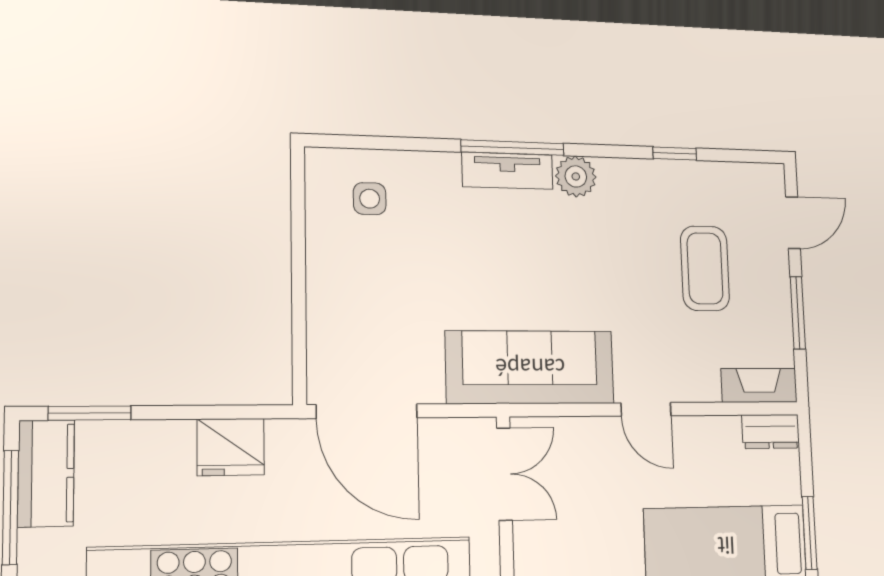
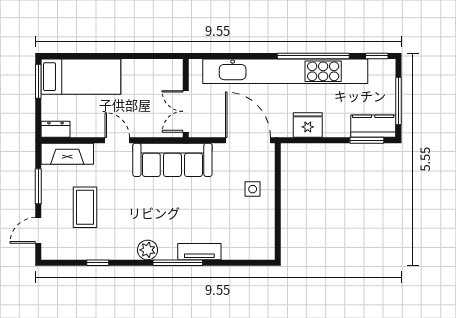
tv unit: (507, 171) -> (199, 252), moved
side table: (370, 199) -> (253, 189), moved
fireplace: (759, 385) -> (67, 154), width x1.37, depth x1.32
kitchen counter: (46, 473) -> (373, 126), moved, turned 90

